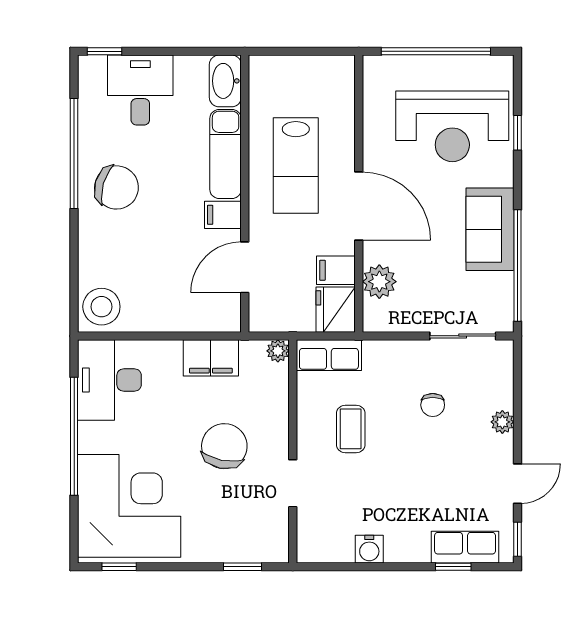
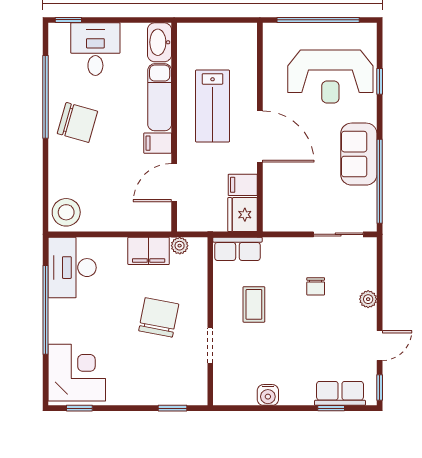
plant: (379, 282) -> (275, 193), removed
plant: (278, 351) -> (180, 246), moved
corner desk: (129, 506) -> (77, 373), width x0.74, depth x0.74

